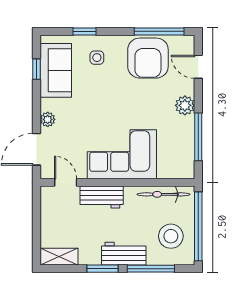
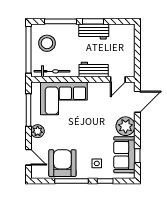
window: (159, 31) -> (71, 181), moved
plant: (48, 119) -> (126, 126), width x1.88, depth x1.88
corner sofa: (122, 154) -> (64, 98), moved
door: (66, 182) -> (118, 79), hinge flipped
workbench: (124, 254) -> (94, 31), moved
shelving: (59, 257) -> (122, 29), removed

